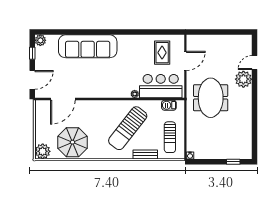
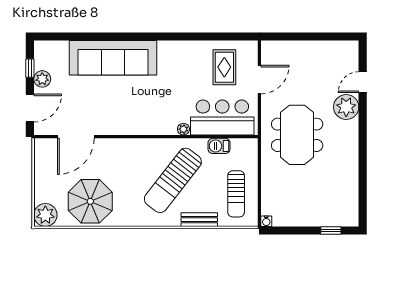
plant: (40, 40) -> (42, 79), moved
barbecue: (169, 105) -> (219, 146), moved

